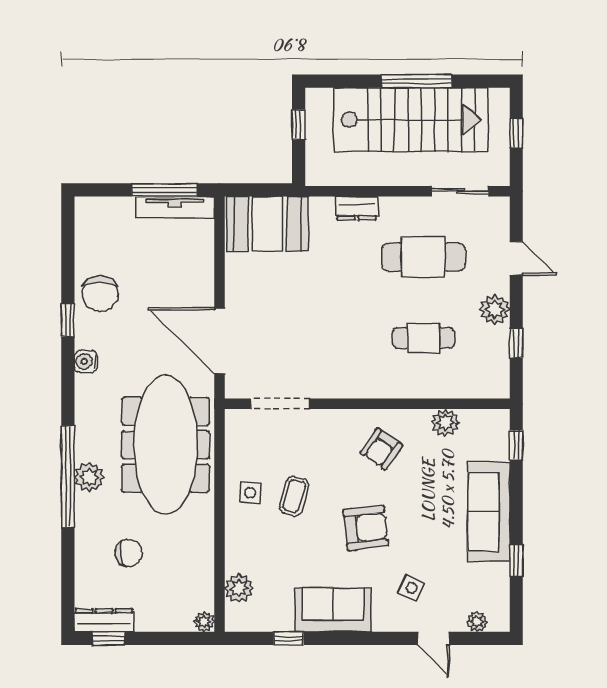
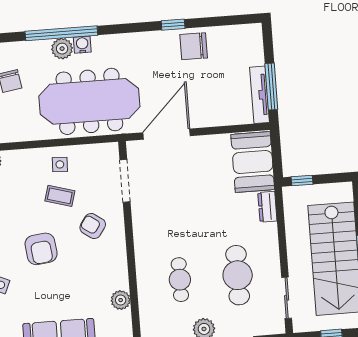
window: (299, 125) -> (302, 181), moved
dresser: (357, 208) -> (267, 207), moved
water cooler: (86, 361) -> (82, 45), moved
armchair: (381, 449) -> (93, 226), moved

